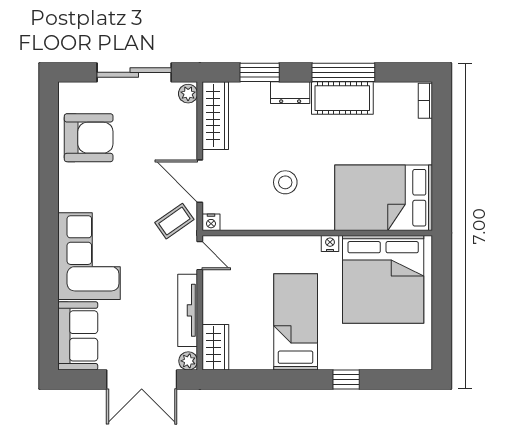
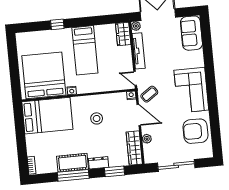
plant: (188, 94) -> (147, 139), moved
corner sofa: (89, 256) -> (191, 90), moved

